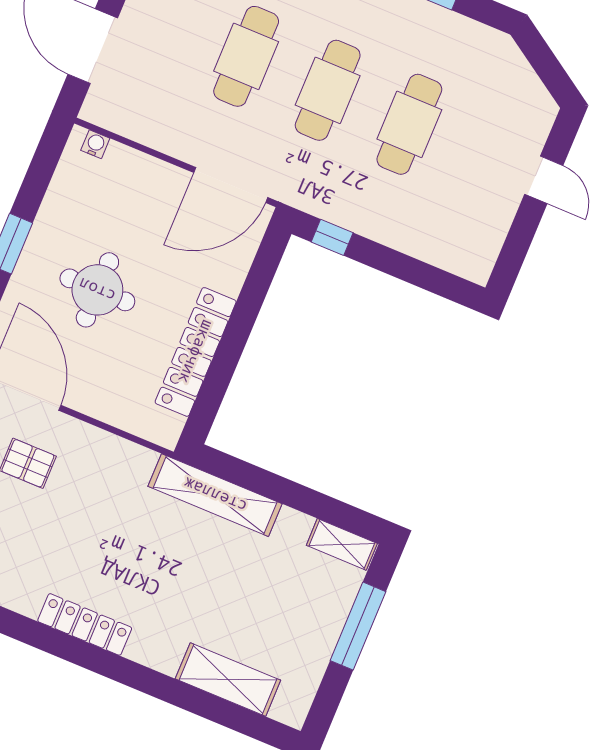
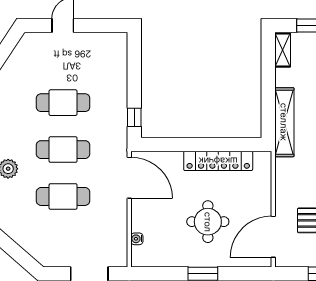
water cooler: (95, 144) -> (137, 239), moved

